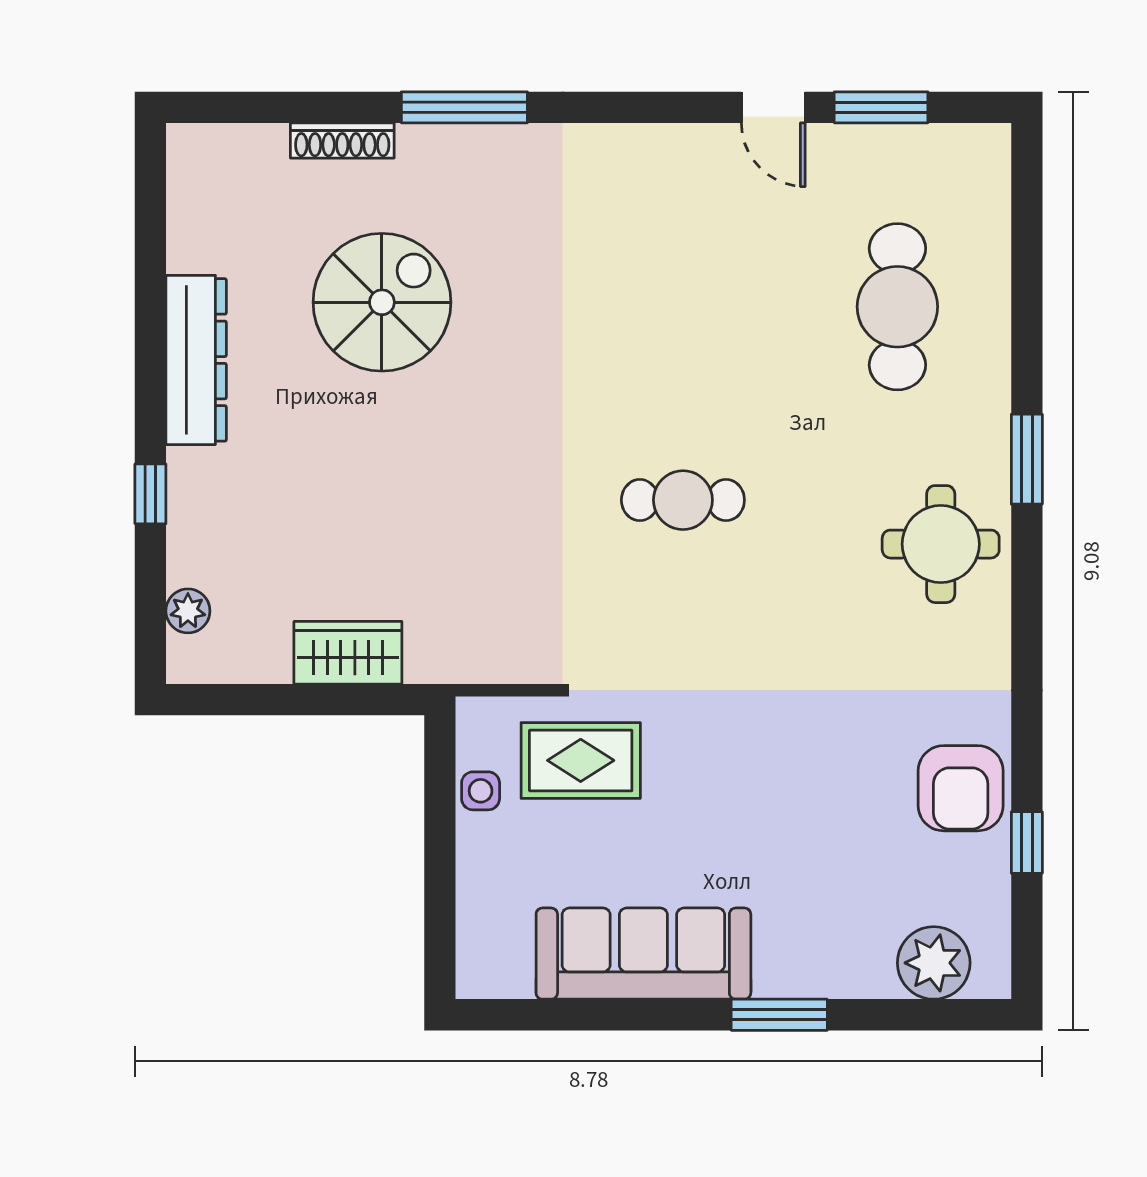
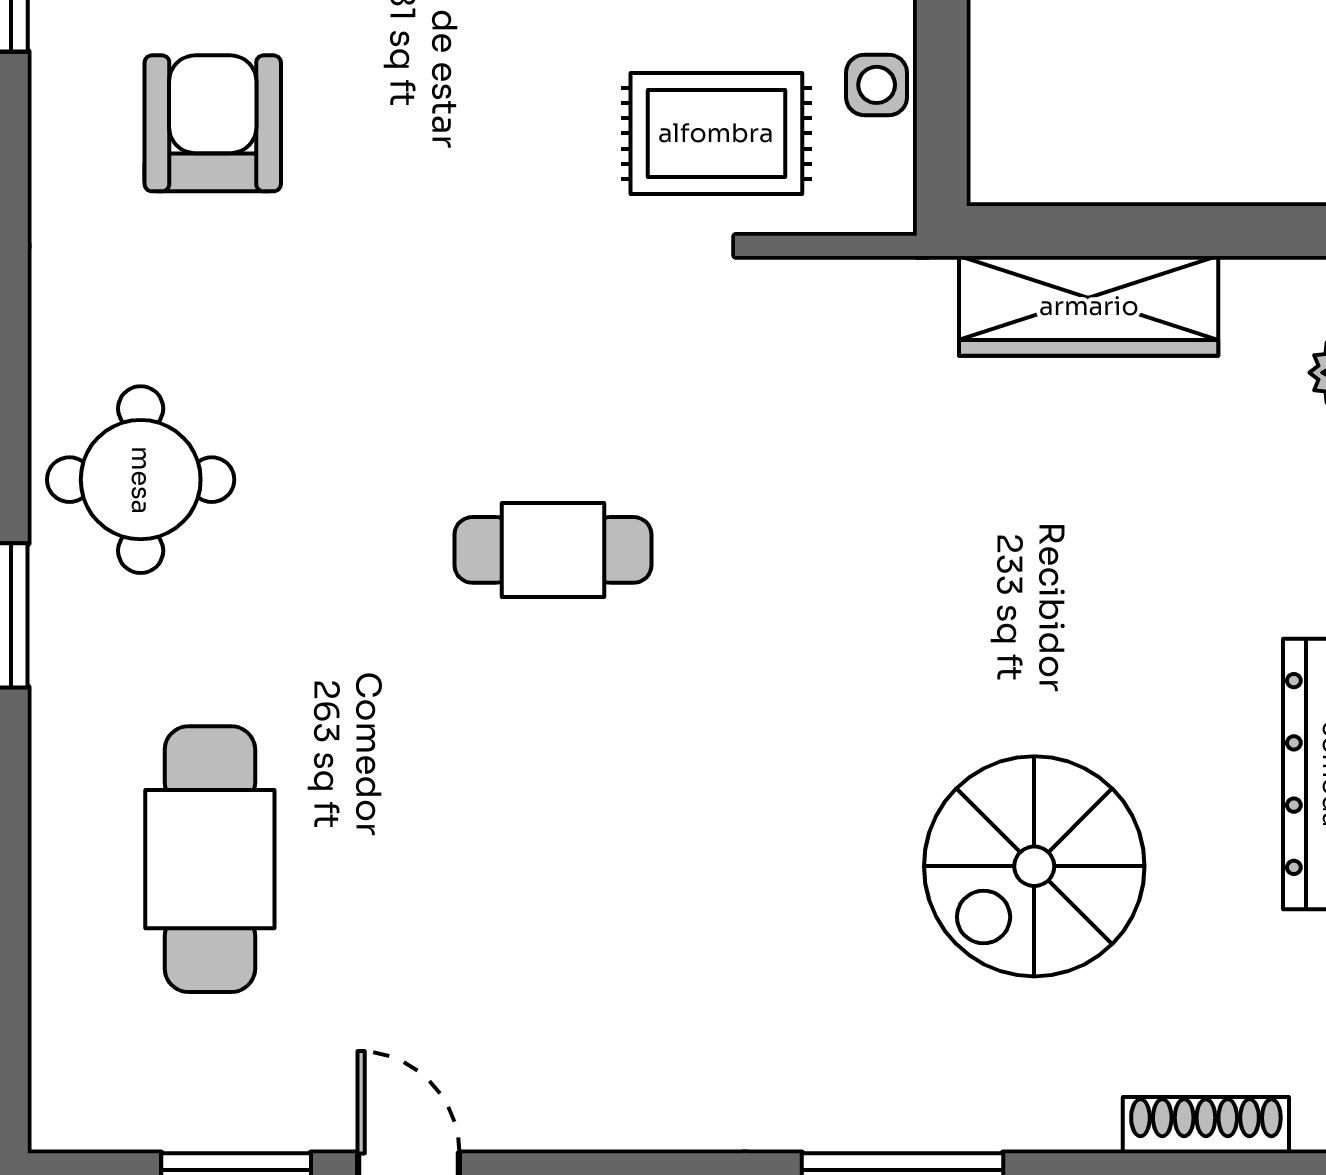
shoe rack: (342, 140) -> (1206, 1125), moved
wardrobe: (348, 653) -> (1089, 306), width x1.50
armchair: (961, 788) -> (213, 123), moved

